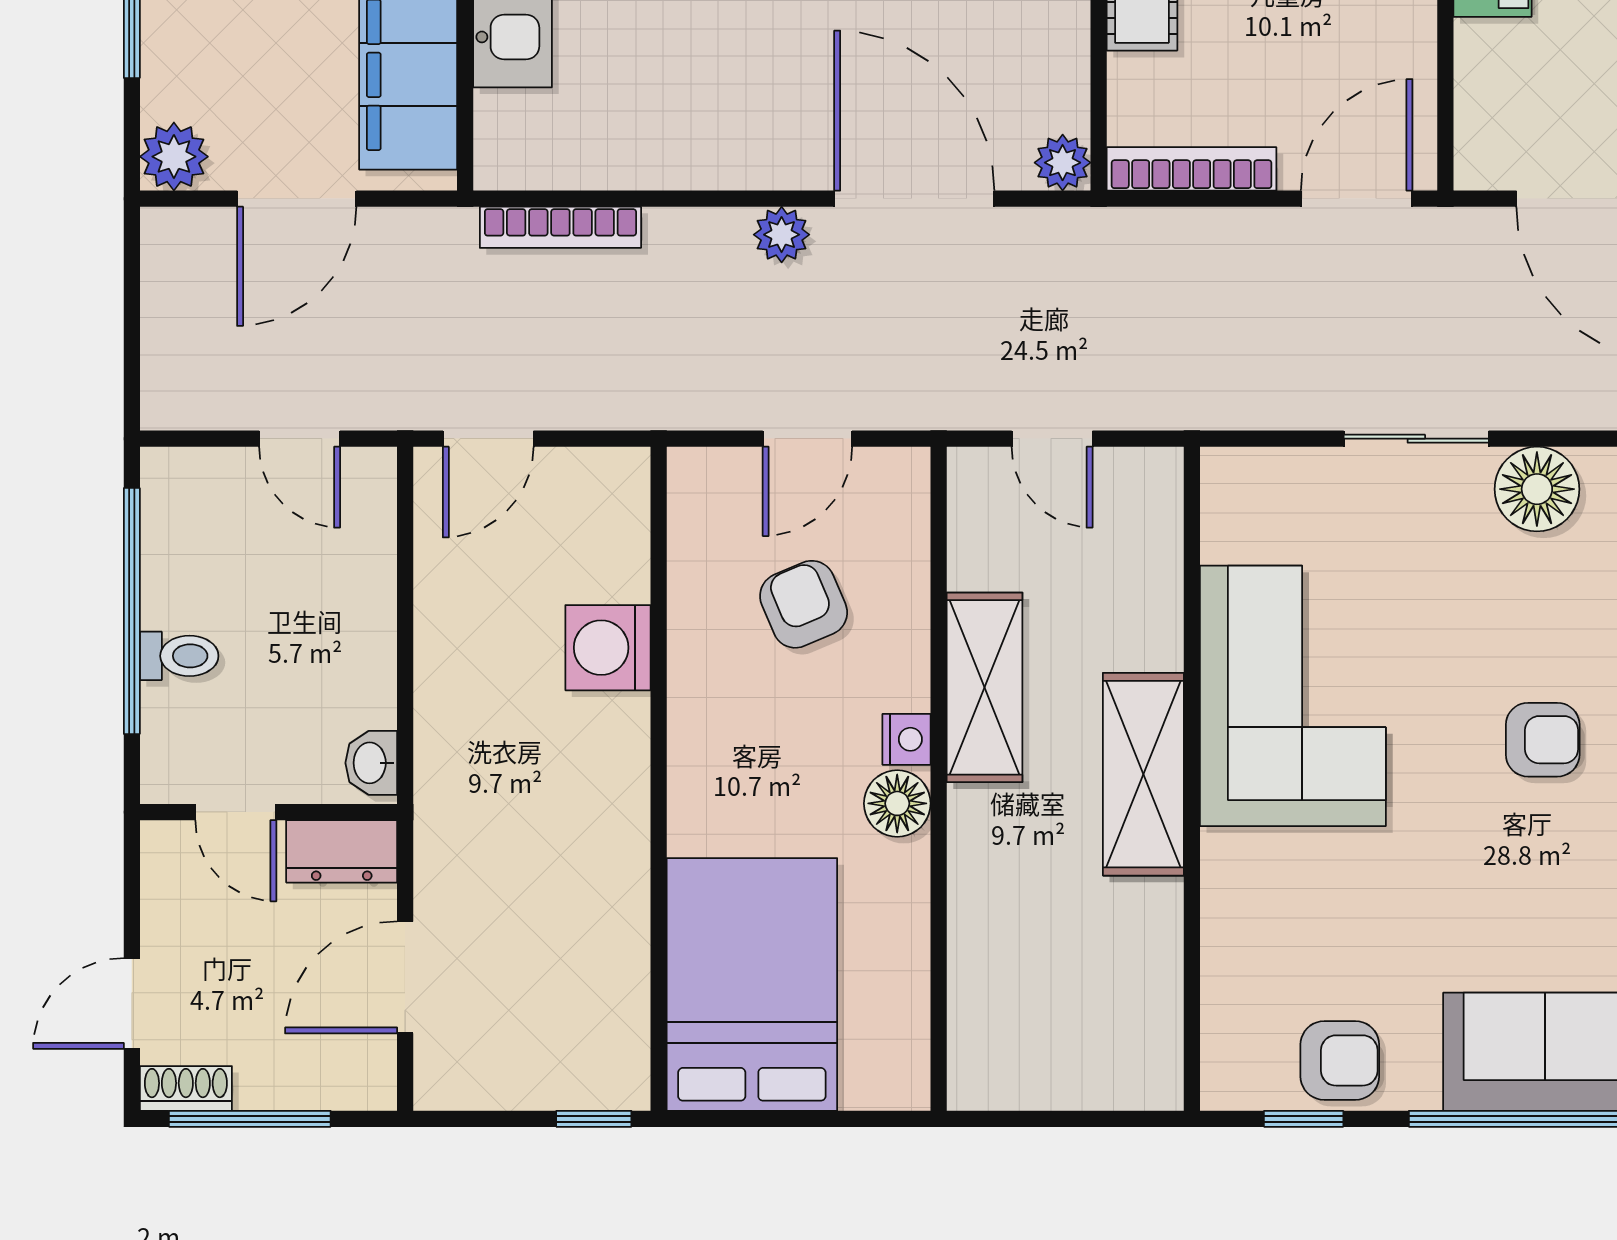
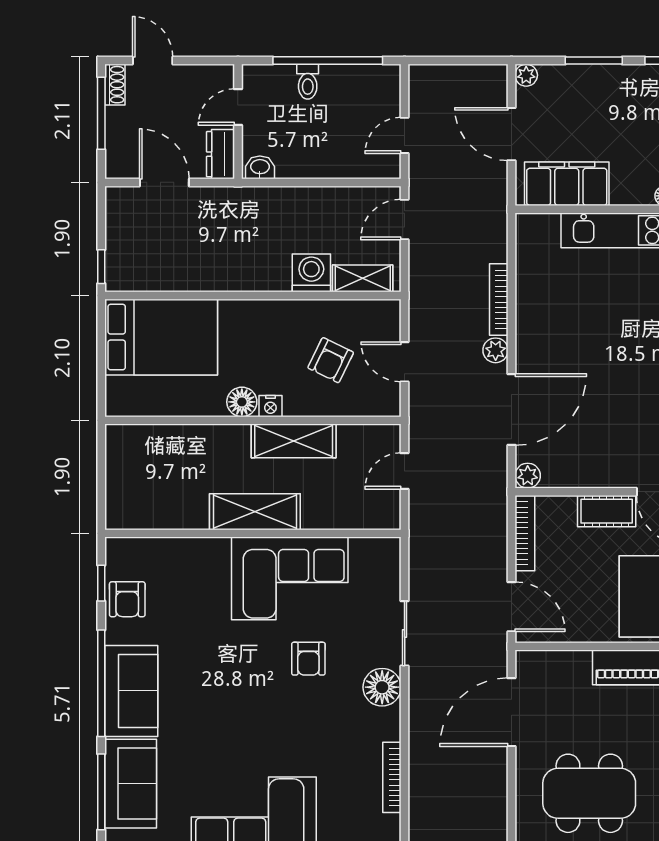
plant: (174, 157) -> (526, 75), width x0.73, depth x0.73
bookcase: (560, 227) -> (499, 300), moved
door: (488, 439) -> (405, 220), hinge flipped
shelving: (620, 532) -> (363, 278), added
armchair: (804, 604) -> (331, 360), turned 139
armchair: (1543, 740) -> (308, 659), moved

